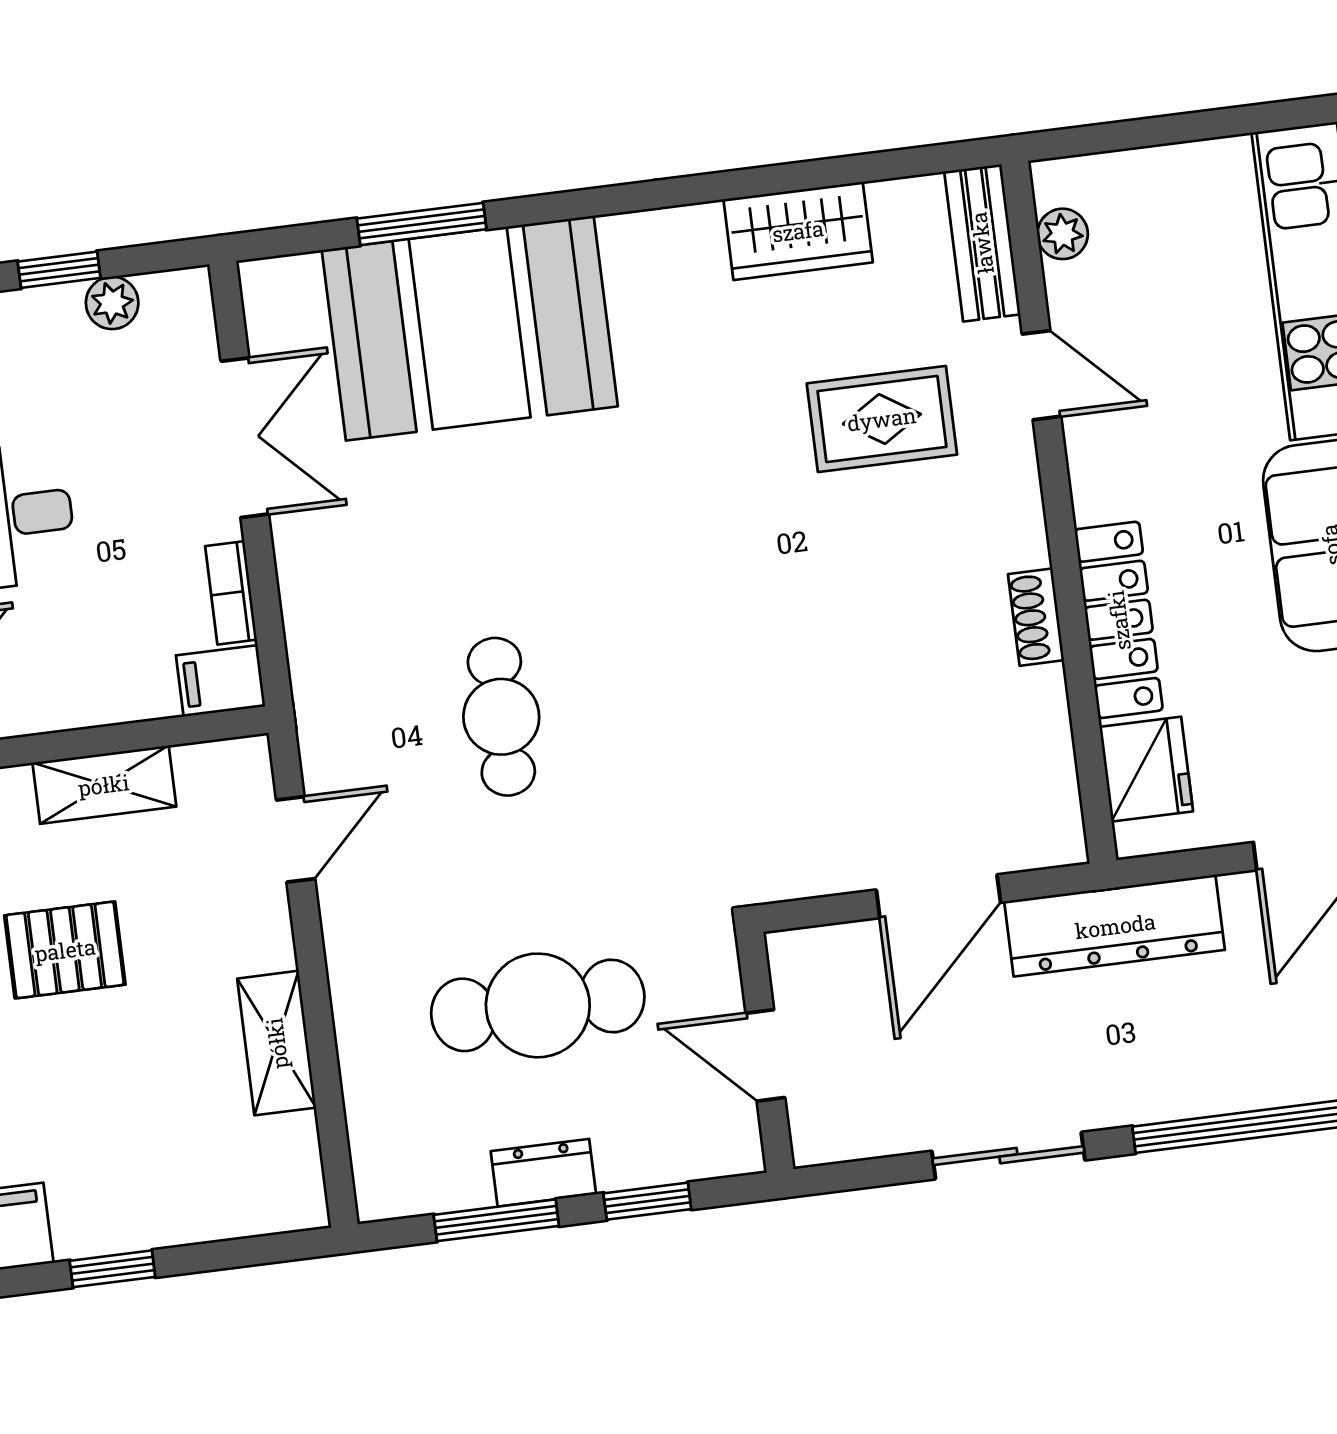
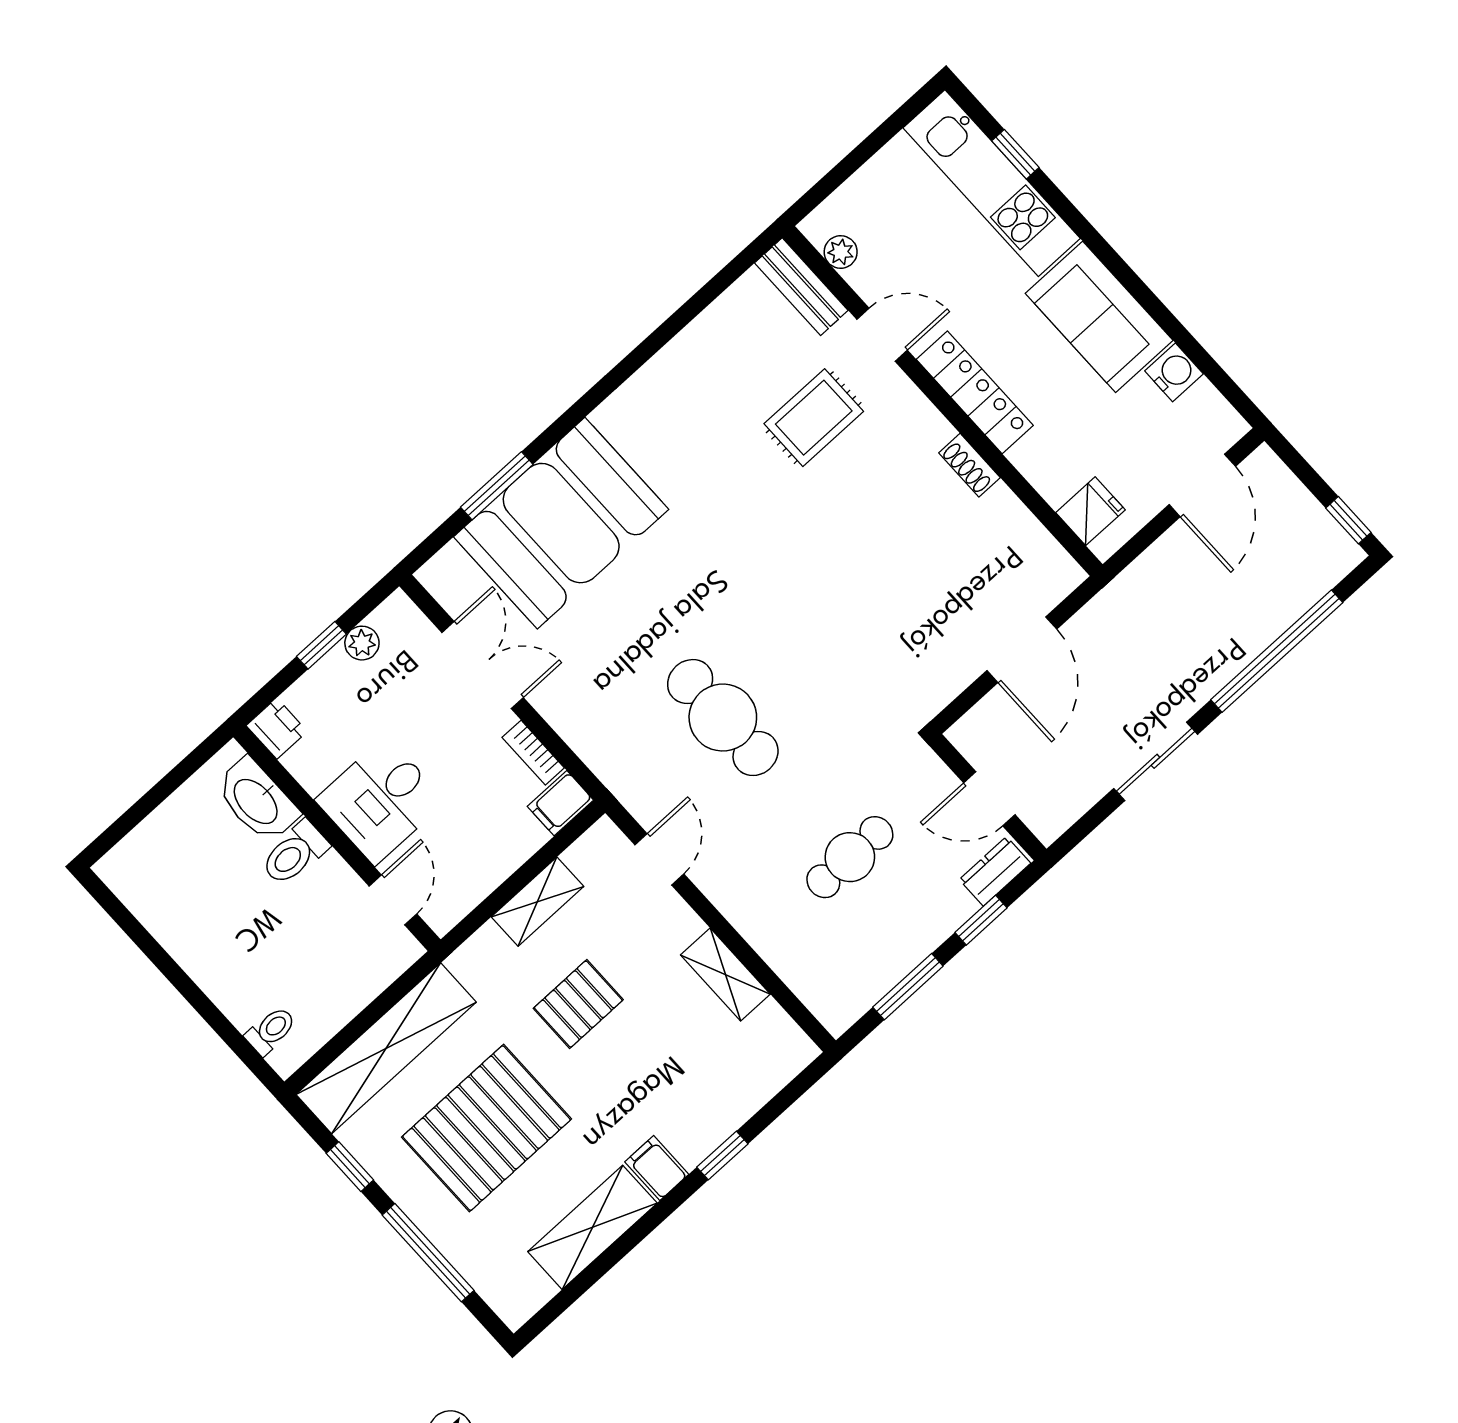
wardrobe: (798, 231) -> (699, 349), removed
locker: (1119, 620) -> (975, 392), moved
cafe table: (501, 717) -> (723, 718), width x1.37, depth x1.35
fridge: (1146, 769) -> (1090, 511), width x0.72
dresser: (1115, 926) -> (1126, 600), removed
cafe table: (538, 1005) -> (850, 857), width x0.73, depth x0.74
dresser: (543, 1173) -> (995, 871), moved

